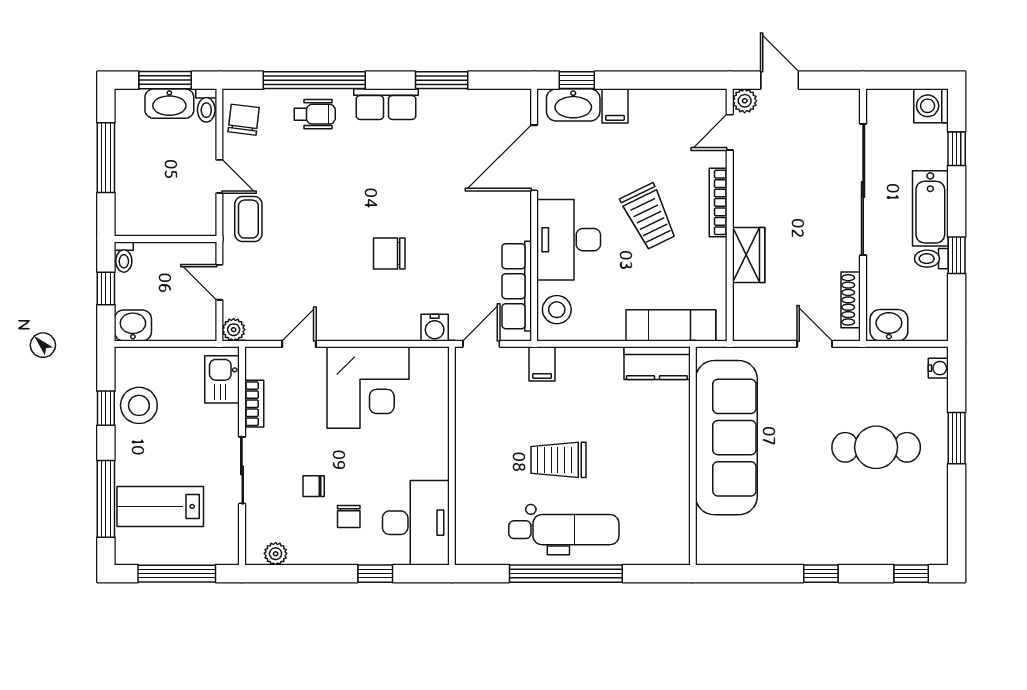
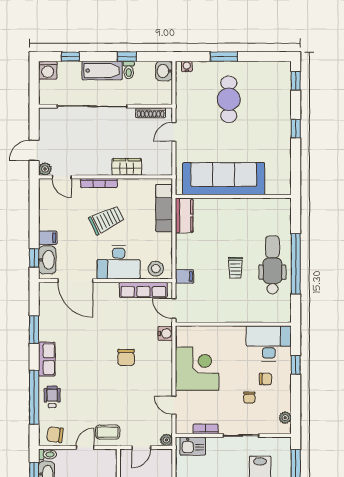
washbasin: (889, 325) -> (164, 71), moved
trolley: (558, 460) -> (235, 268), width x0.73, depth x0.72

